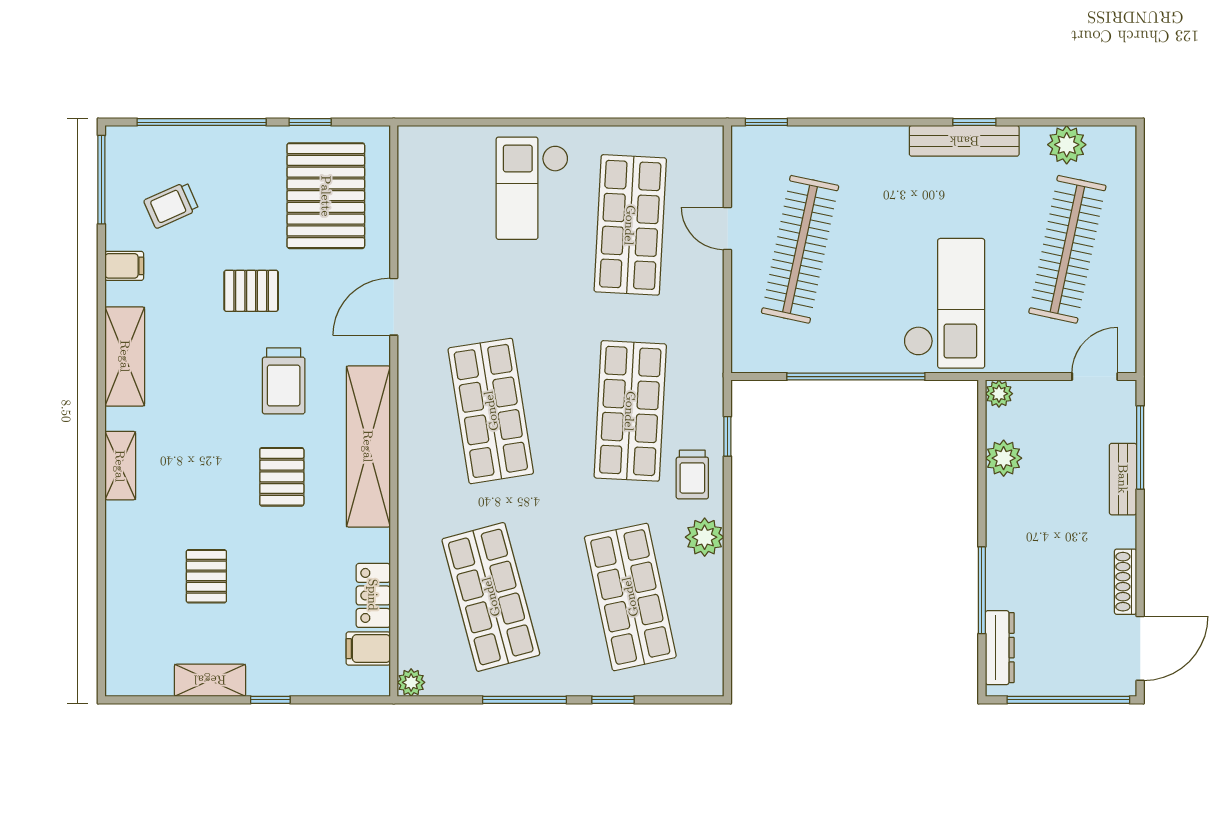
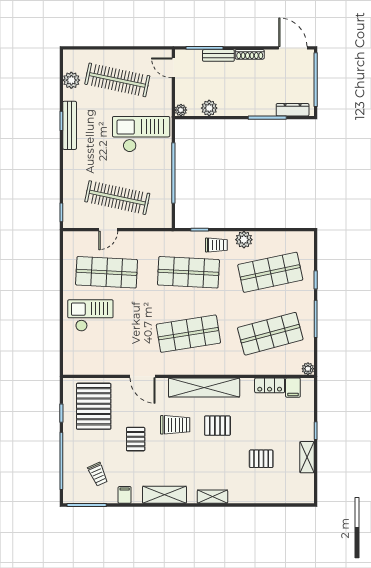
checkout: (532, 188) -> (90, 315), turned 180
pallet: (326, 196) -> (94, 406), turned 90
shoe rack: (1126, 582) -> (250, 54), moved

